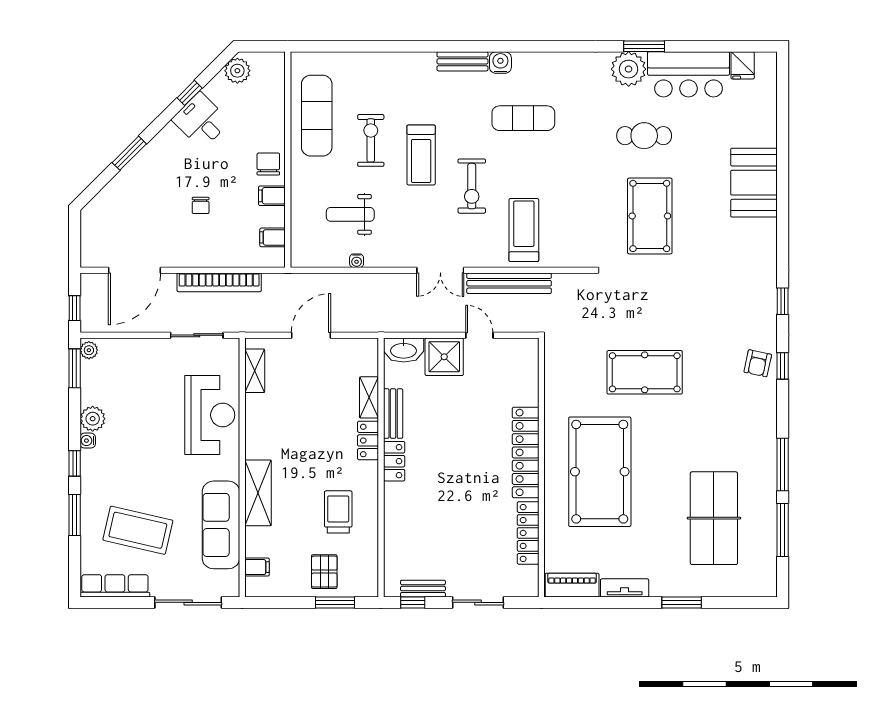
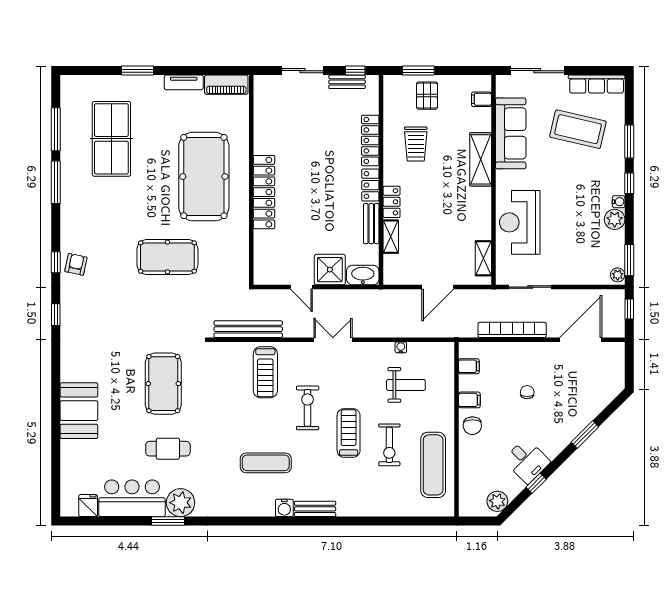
bench: (509, 283) -> (248, 329), moved
locker: (528, 533) -> (370, 140), moved, turned 180

